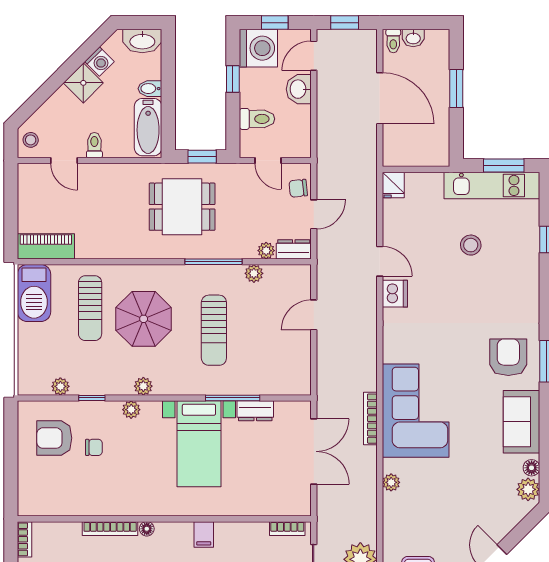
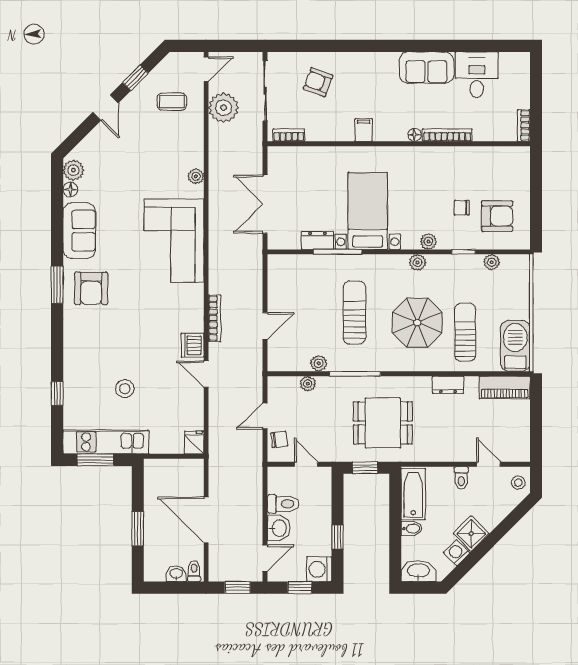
washing machine: (258, 48) -> (319, 569), width x0.73, depth x0.73
toilet: (257, 119) -> (283, 504), moved, turned 180
dresser: (294, 249) -> (448, 385), moved
bookcase: (370, 419) -> (215, 318), moved

